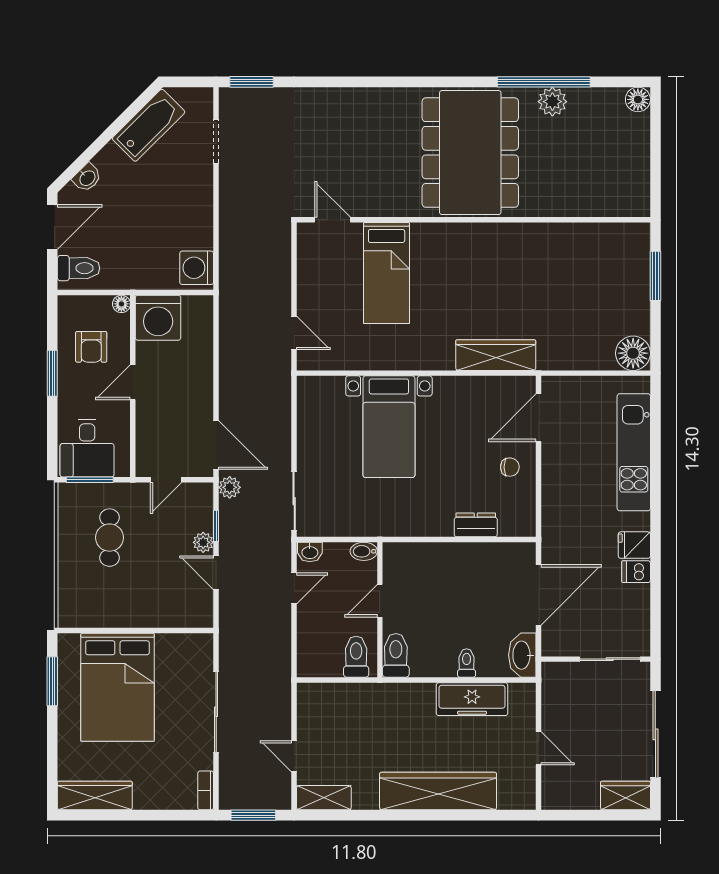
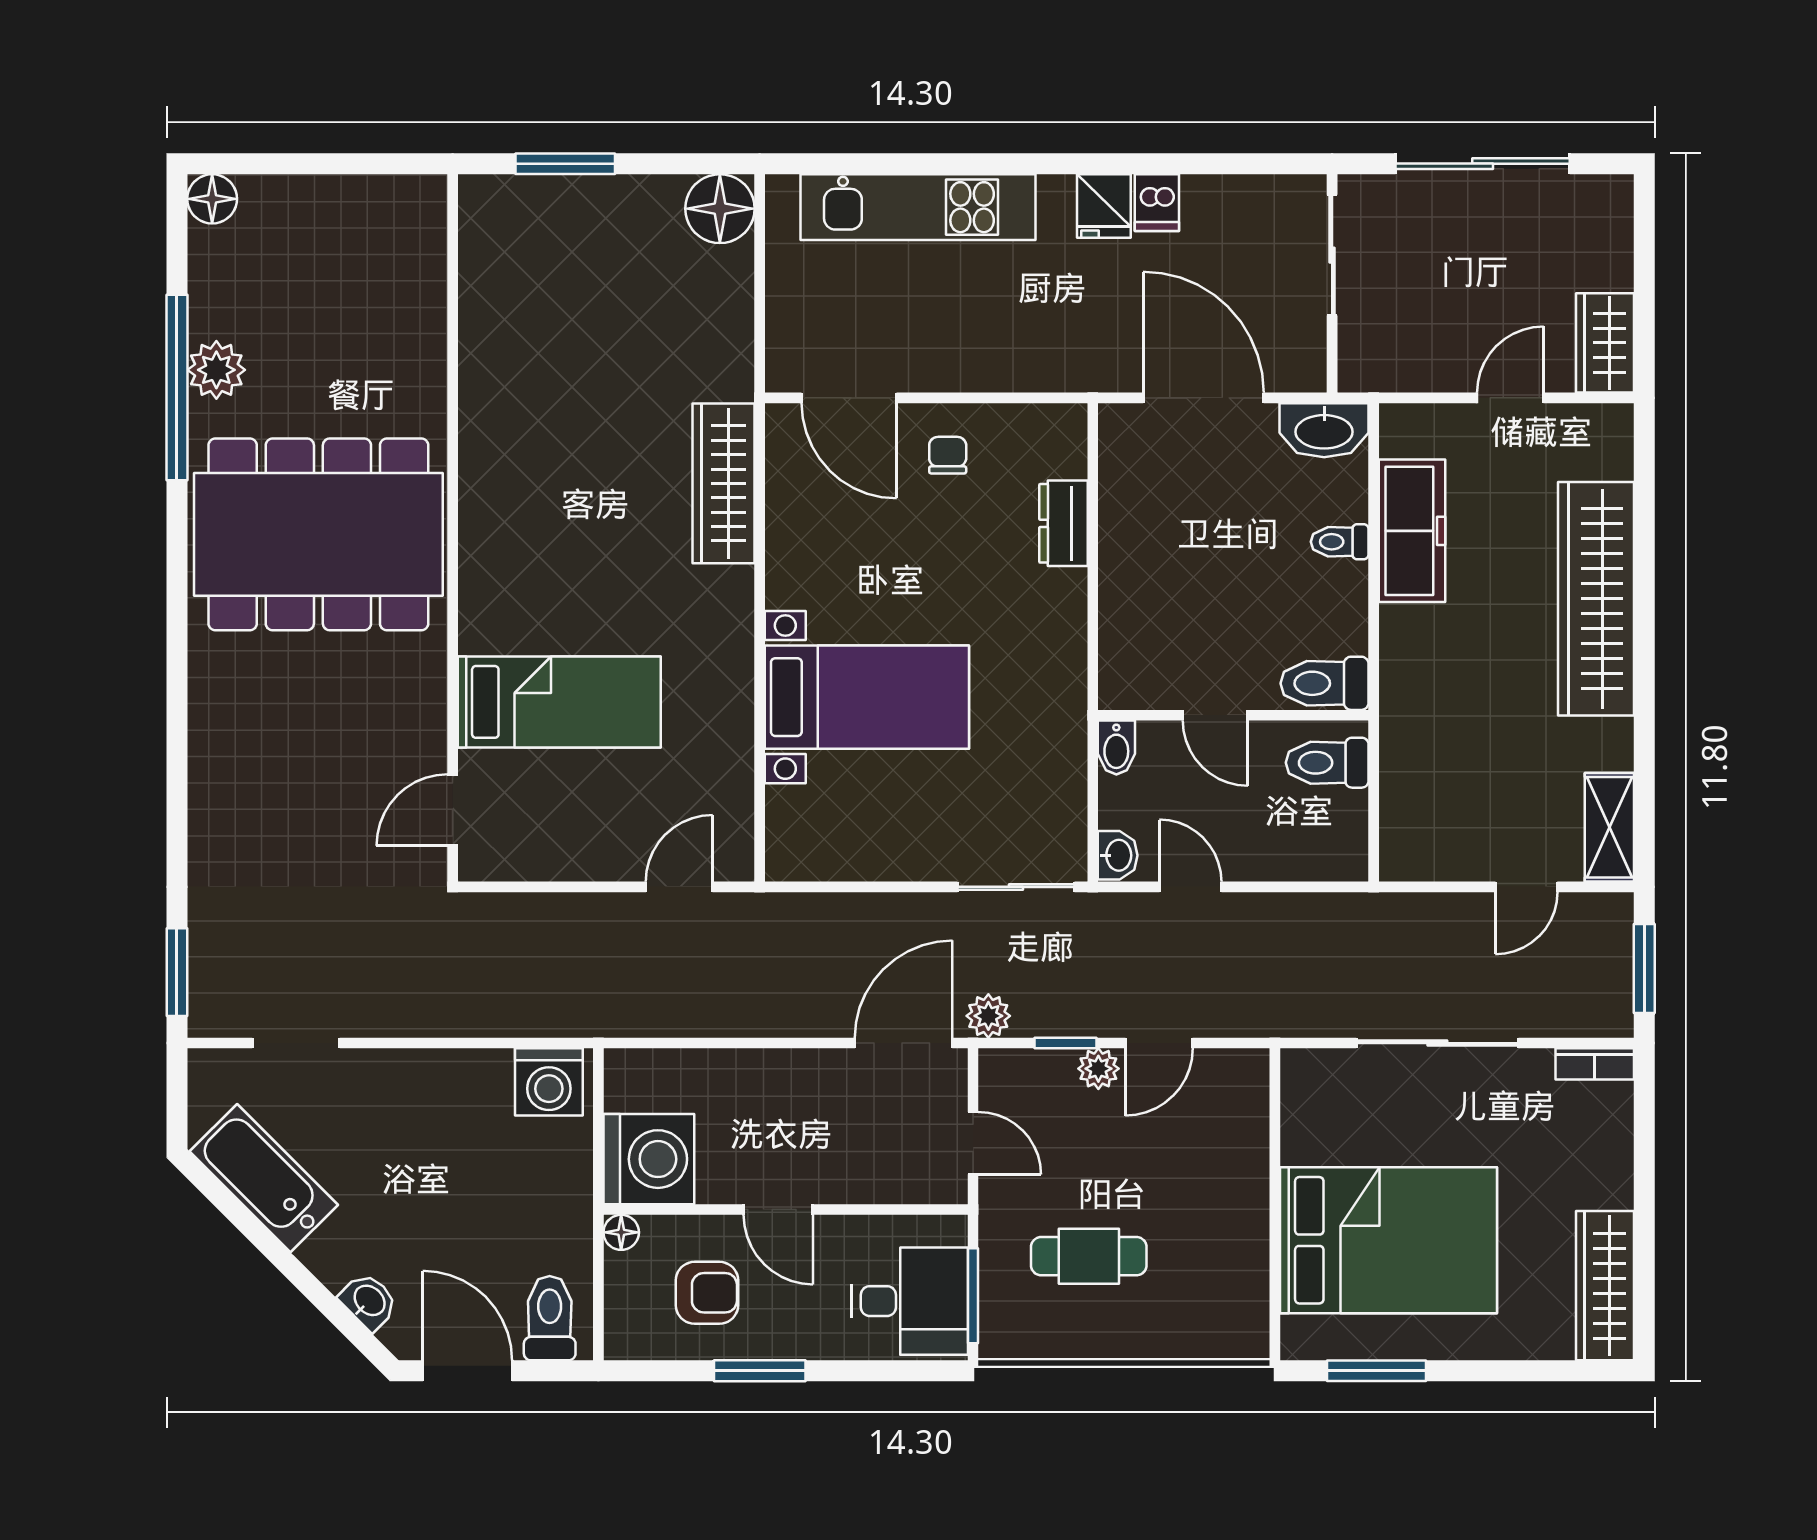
wardrobe: (625, 796) -> (1605, 343), moved

